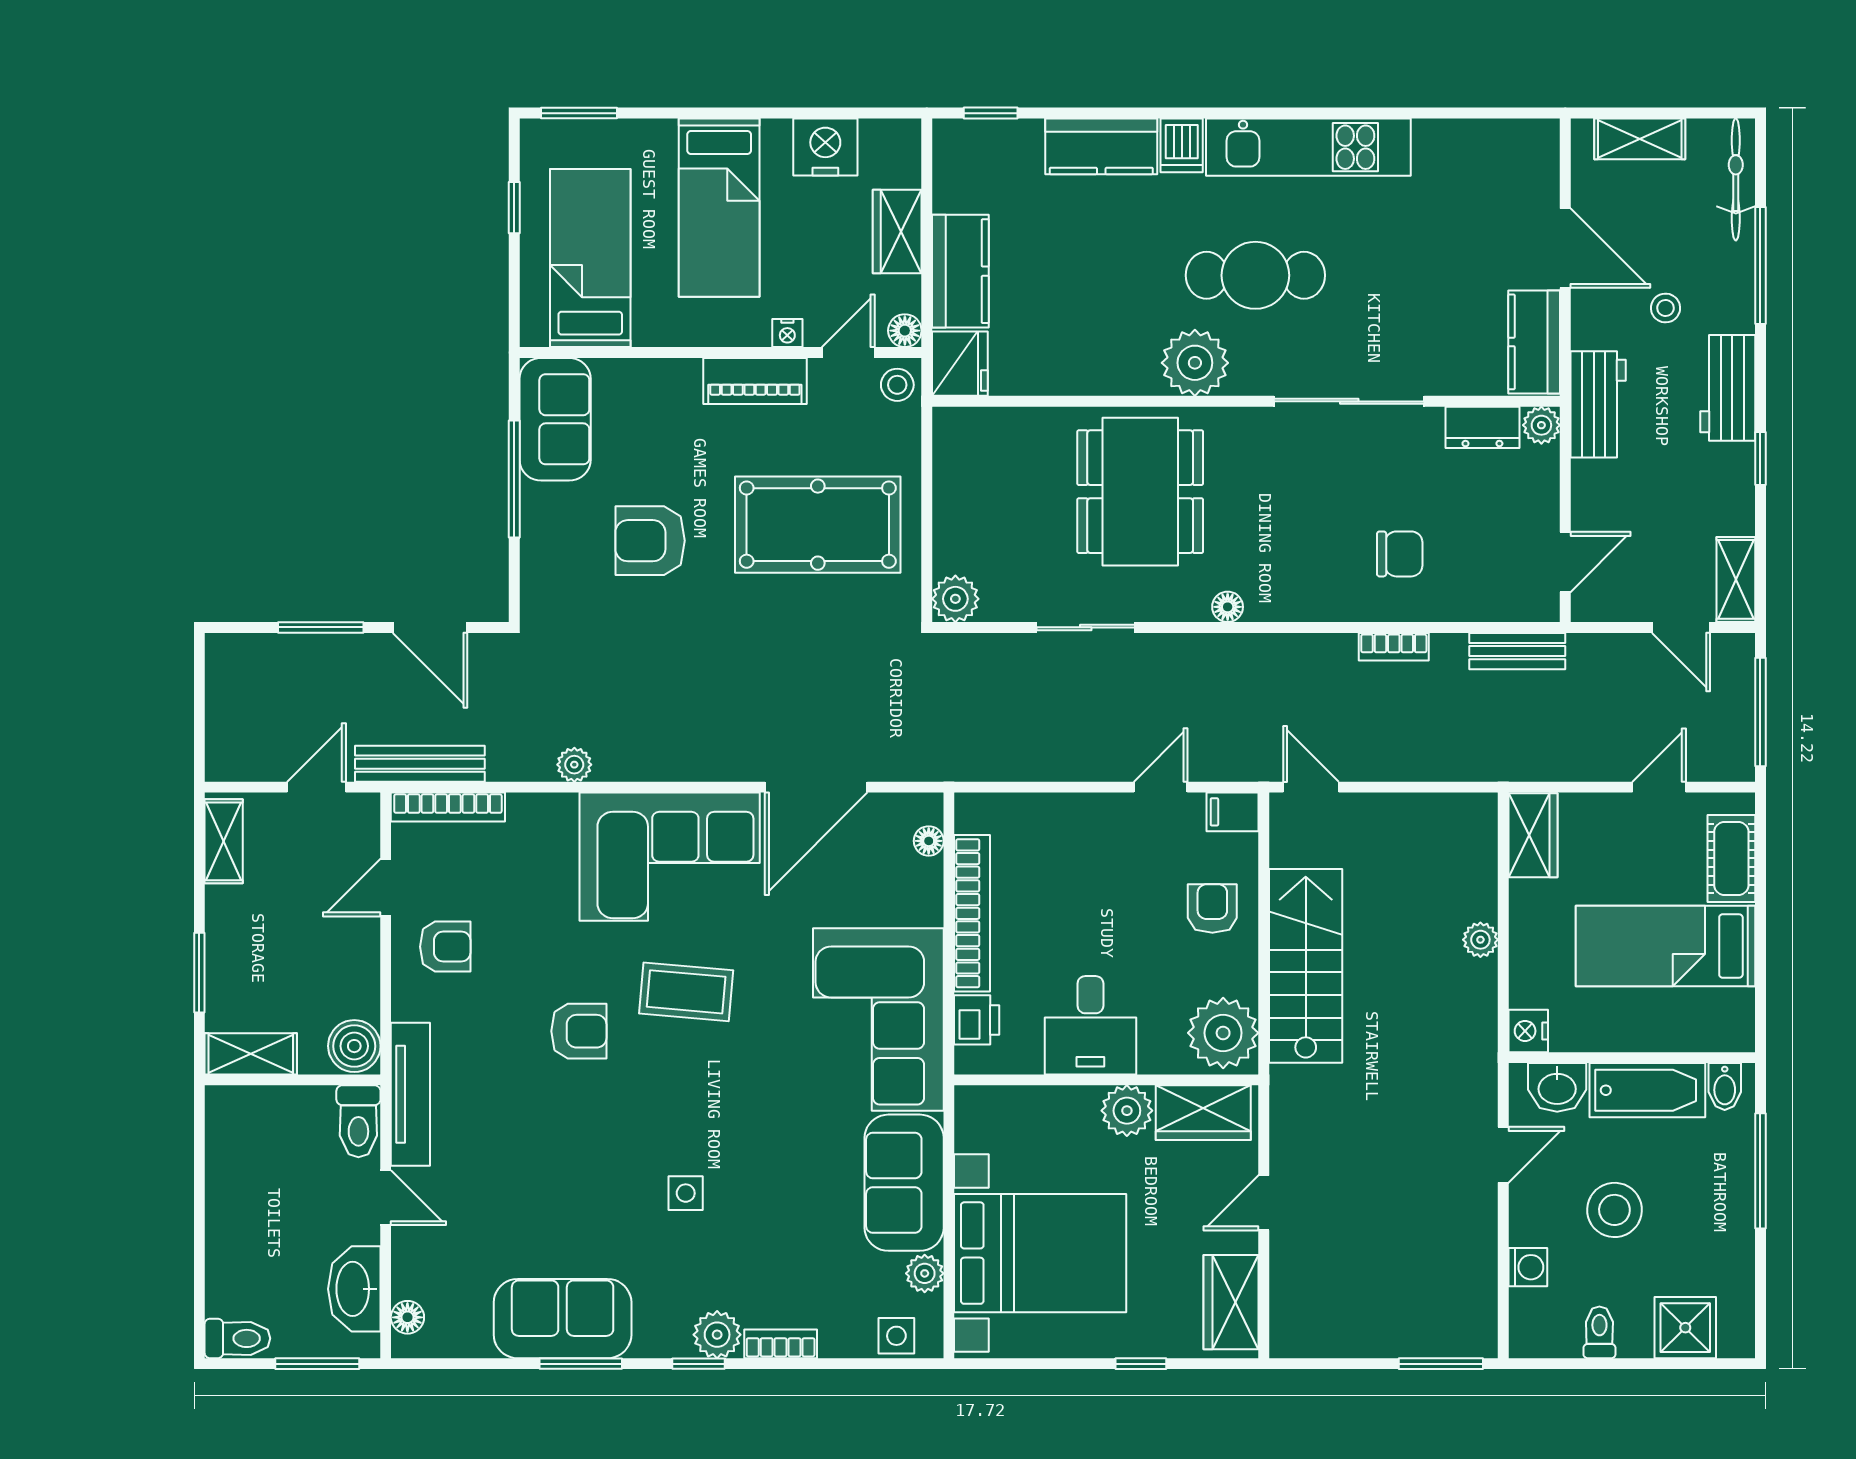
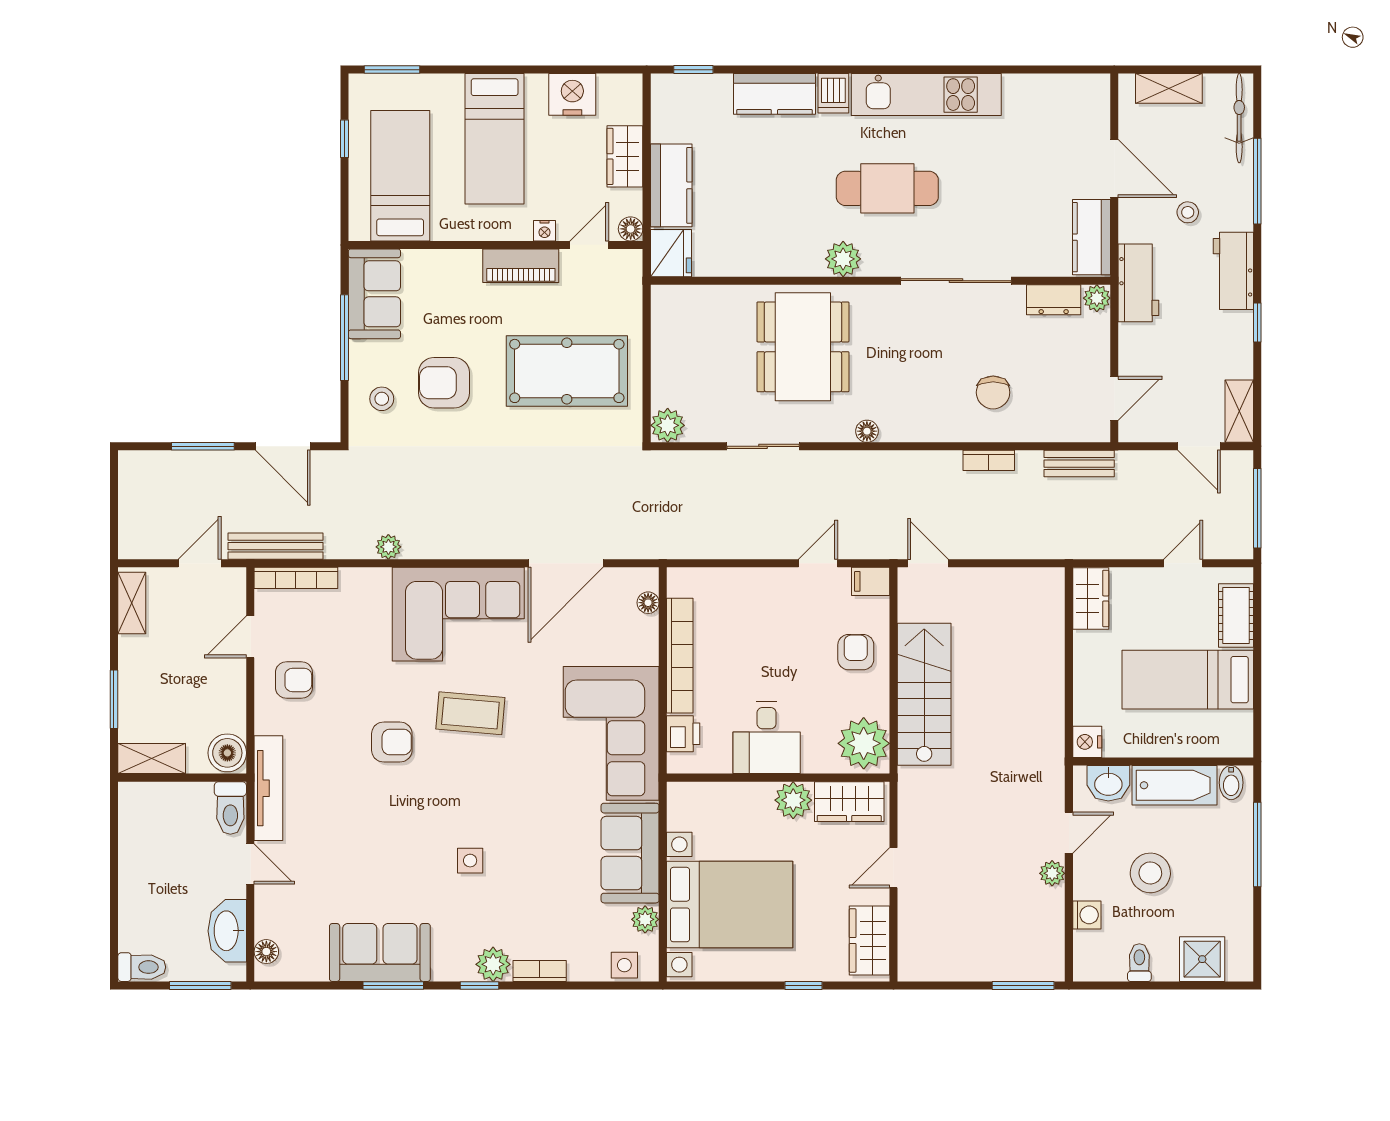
plant: (1195, 363) -> (843, 259), width x0.73, depth x0.73
stool: (897, 385) -> (382, 399), moved
chair: (1400, 554) -> (993, 392), turned 90
plant: (1480, 940) -> (1052, 873), moved

